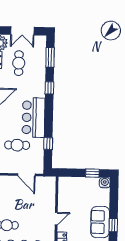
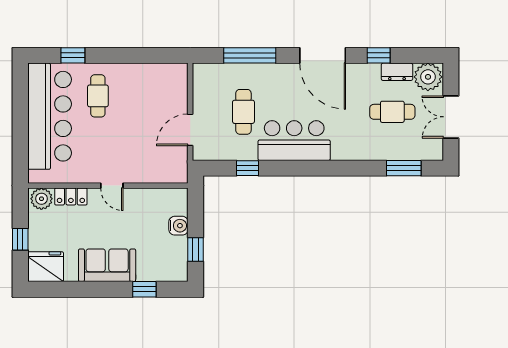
window: (49, 88) -> (349, 168), removed
water cooler: (105, 183) -> (178, 226), moved
window: (113, 225) -> (144, 289), moved

